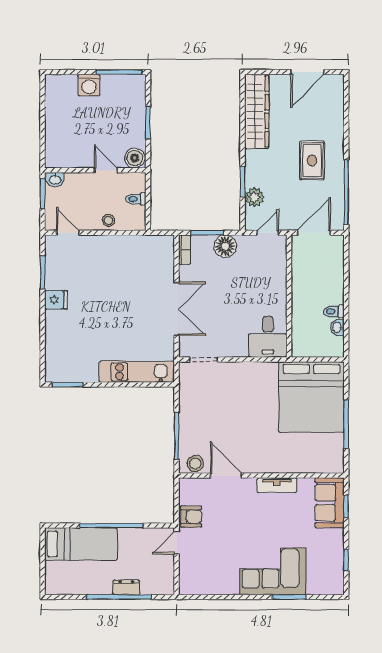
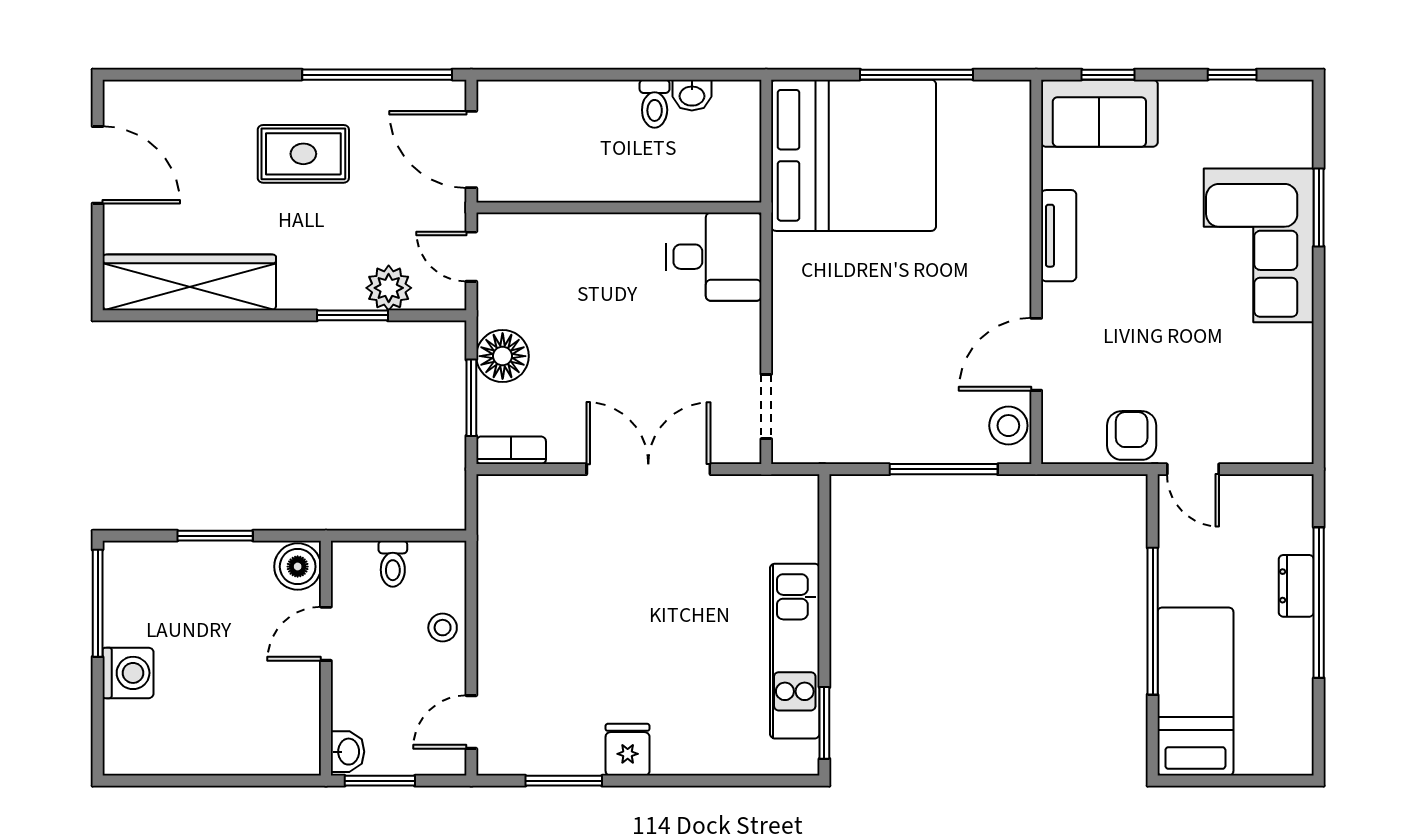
kitchen unit: (137, 372) -> (795, 651), moved

